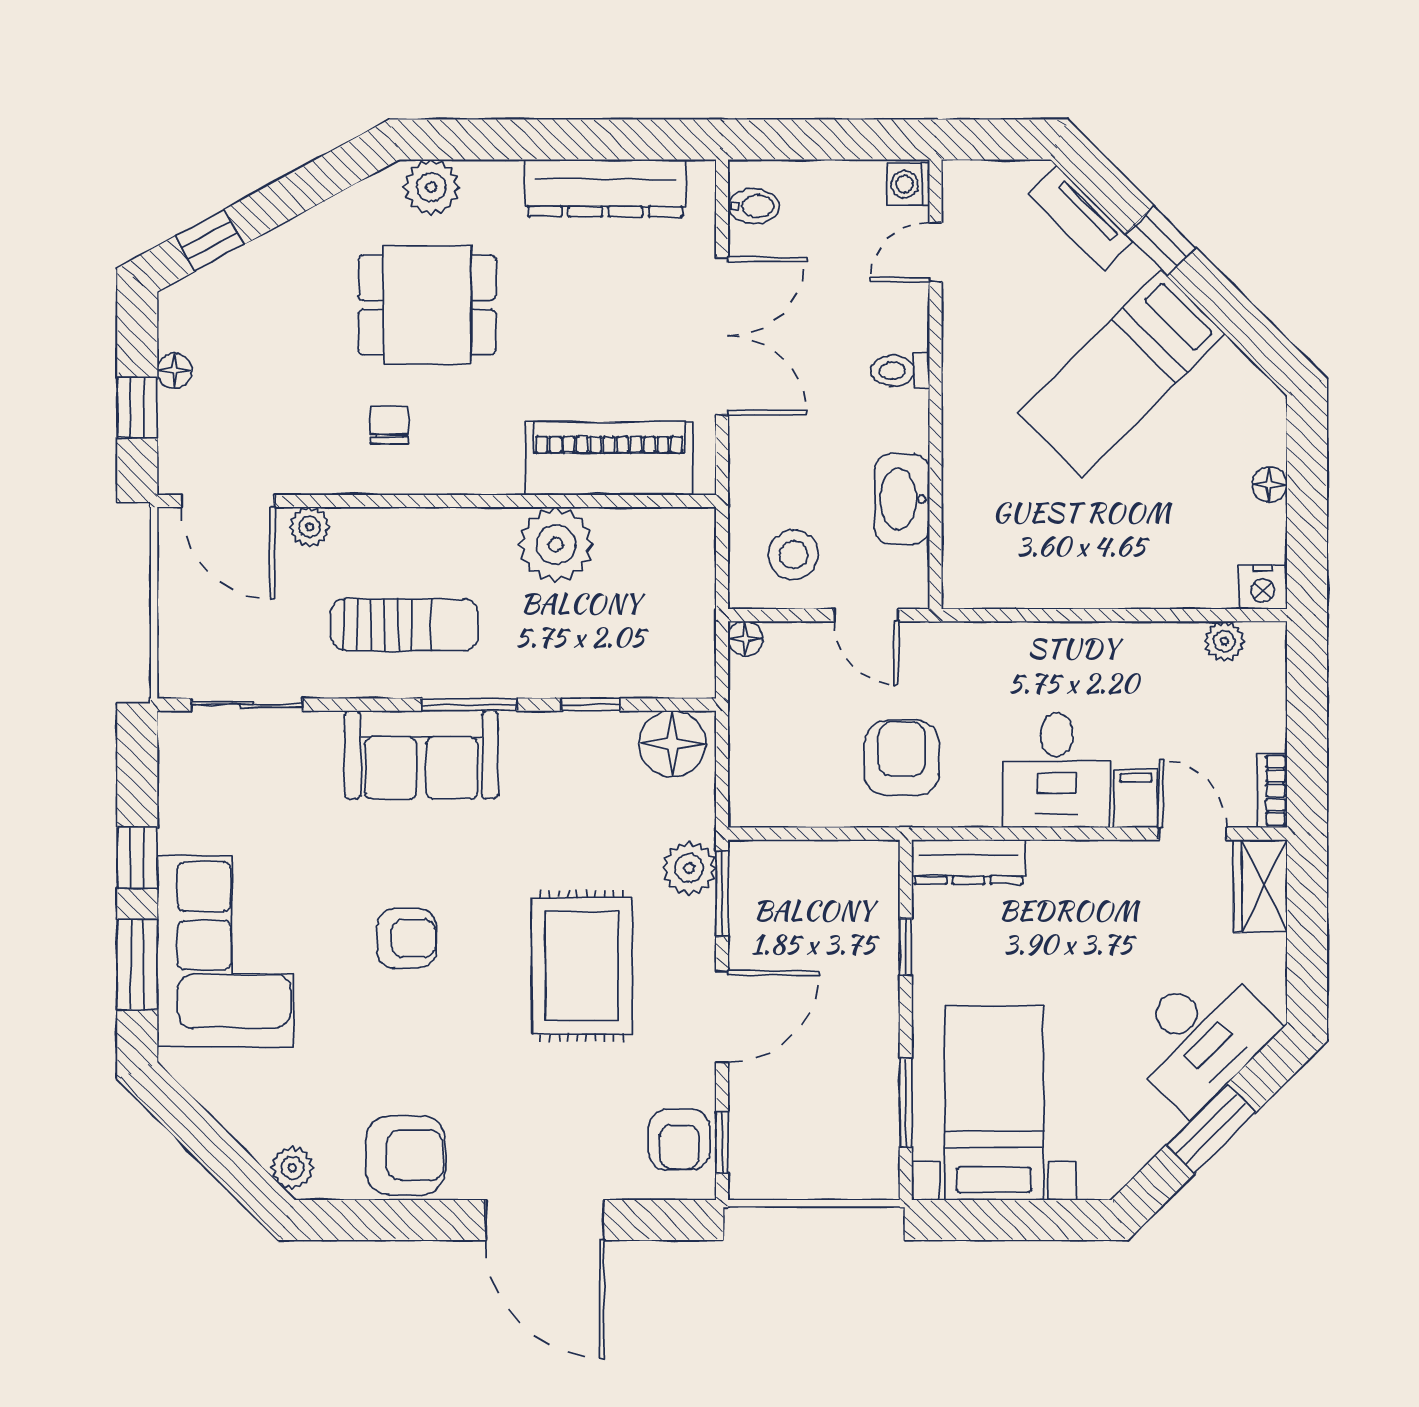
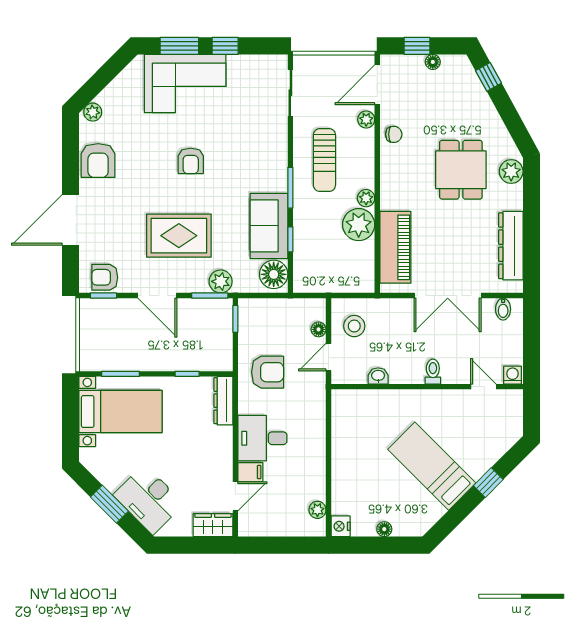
tv unit: (1081, 218) -> (498, 449), removed
chair: (389, 425) -> (394, 134), moved
washbasin: (902, 499) -> (378, 376), width x0.52, depth x0.69
plant: (494, 527) -> (366, 198), added
floor lamp: (745, 639) -> (319, 329), moved
sofa: (421, 755) -> (269, 226), moved
bookcase: (1272, 790) -> (254, 530), removed
window: (777, 834) -> (235, 319), added

